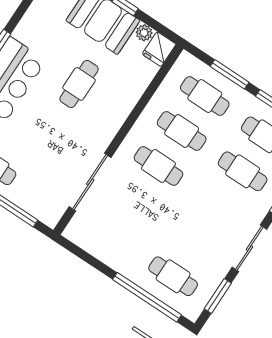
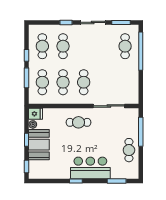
cafe table: (79, 84) -> (79, 122), moved

